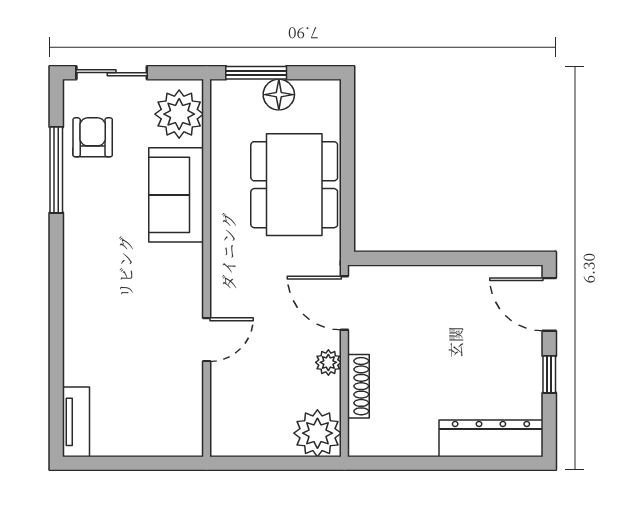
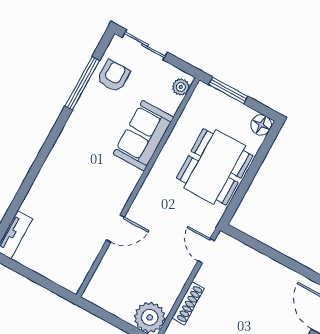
floor lamp: (279, 95) -> (261, 125), moved
plant: (179, 114) -> (181, 87), width x0.53, depth x0.53
door: (344, 303) -> (206, 251), width x0.73
plant: (328, 362) -> (178, 280), removed

